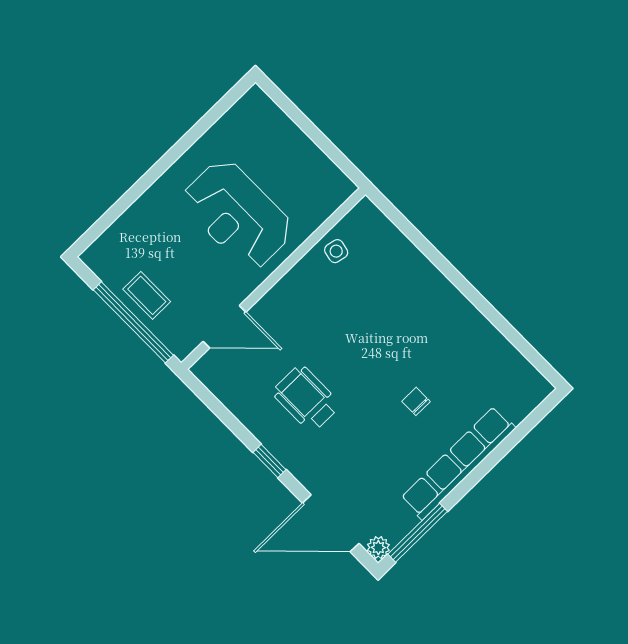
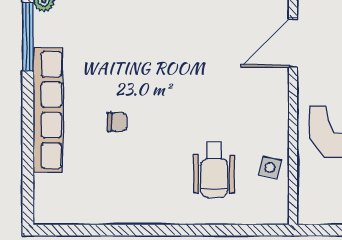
wheelchair: (306, 399) -> (214, 170), moved, turned 90

